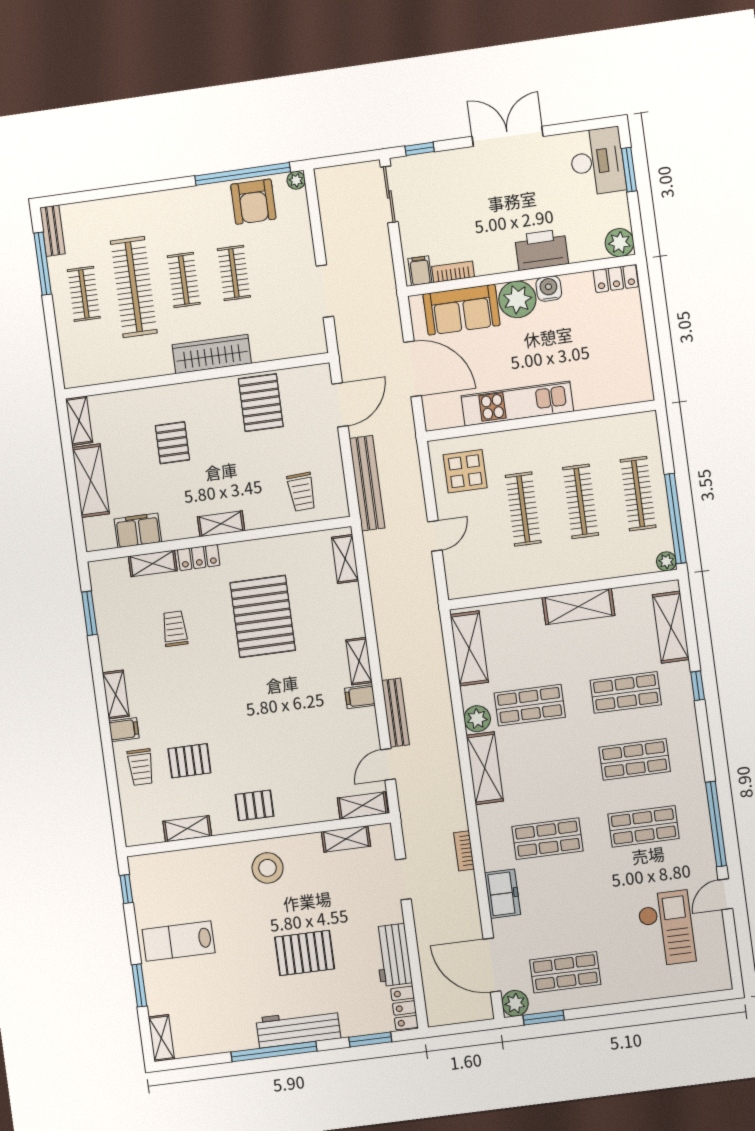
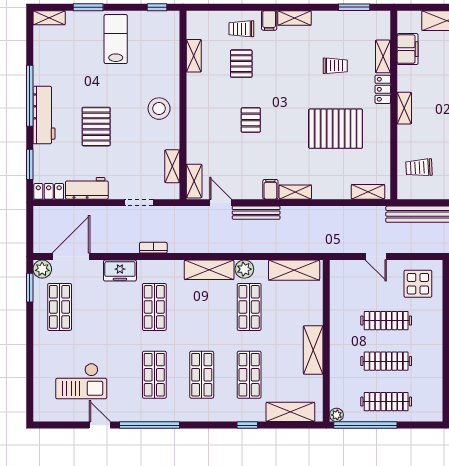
pallet: (255, 805) -> (251, 120), moved

